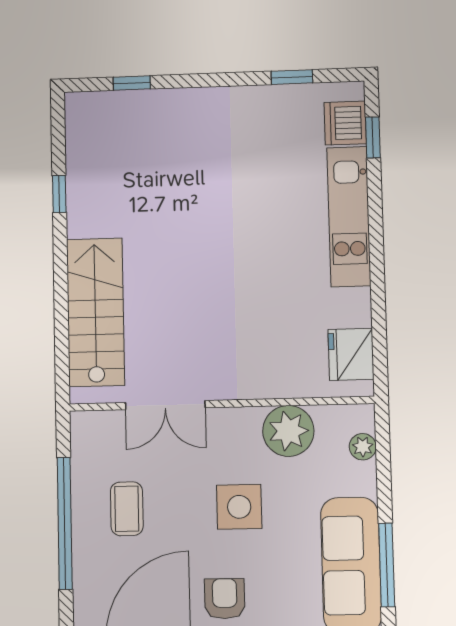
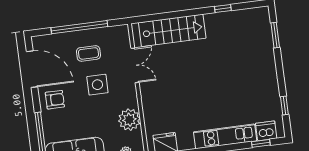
window: (132, 83) -> (275, 35), width x1.50
double door: (165, 405) -> (135, 65), swing flipped
side table: (239, 507) -> (97, 85), moved

